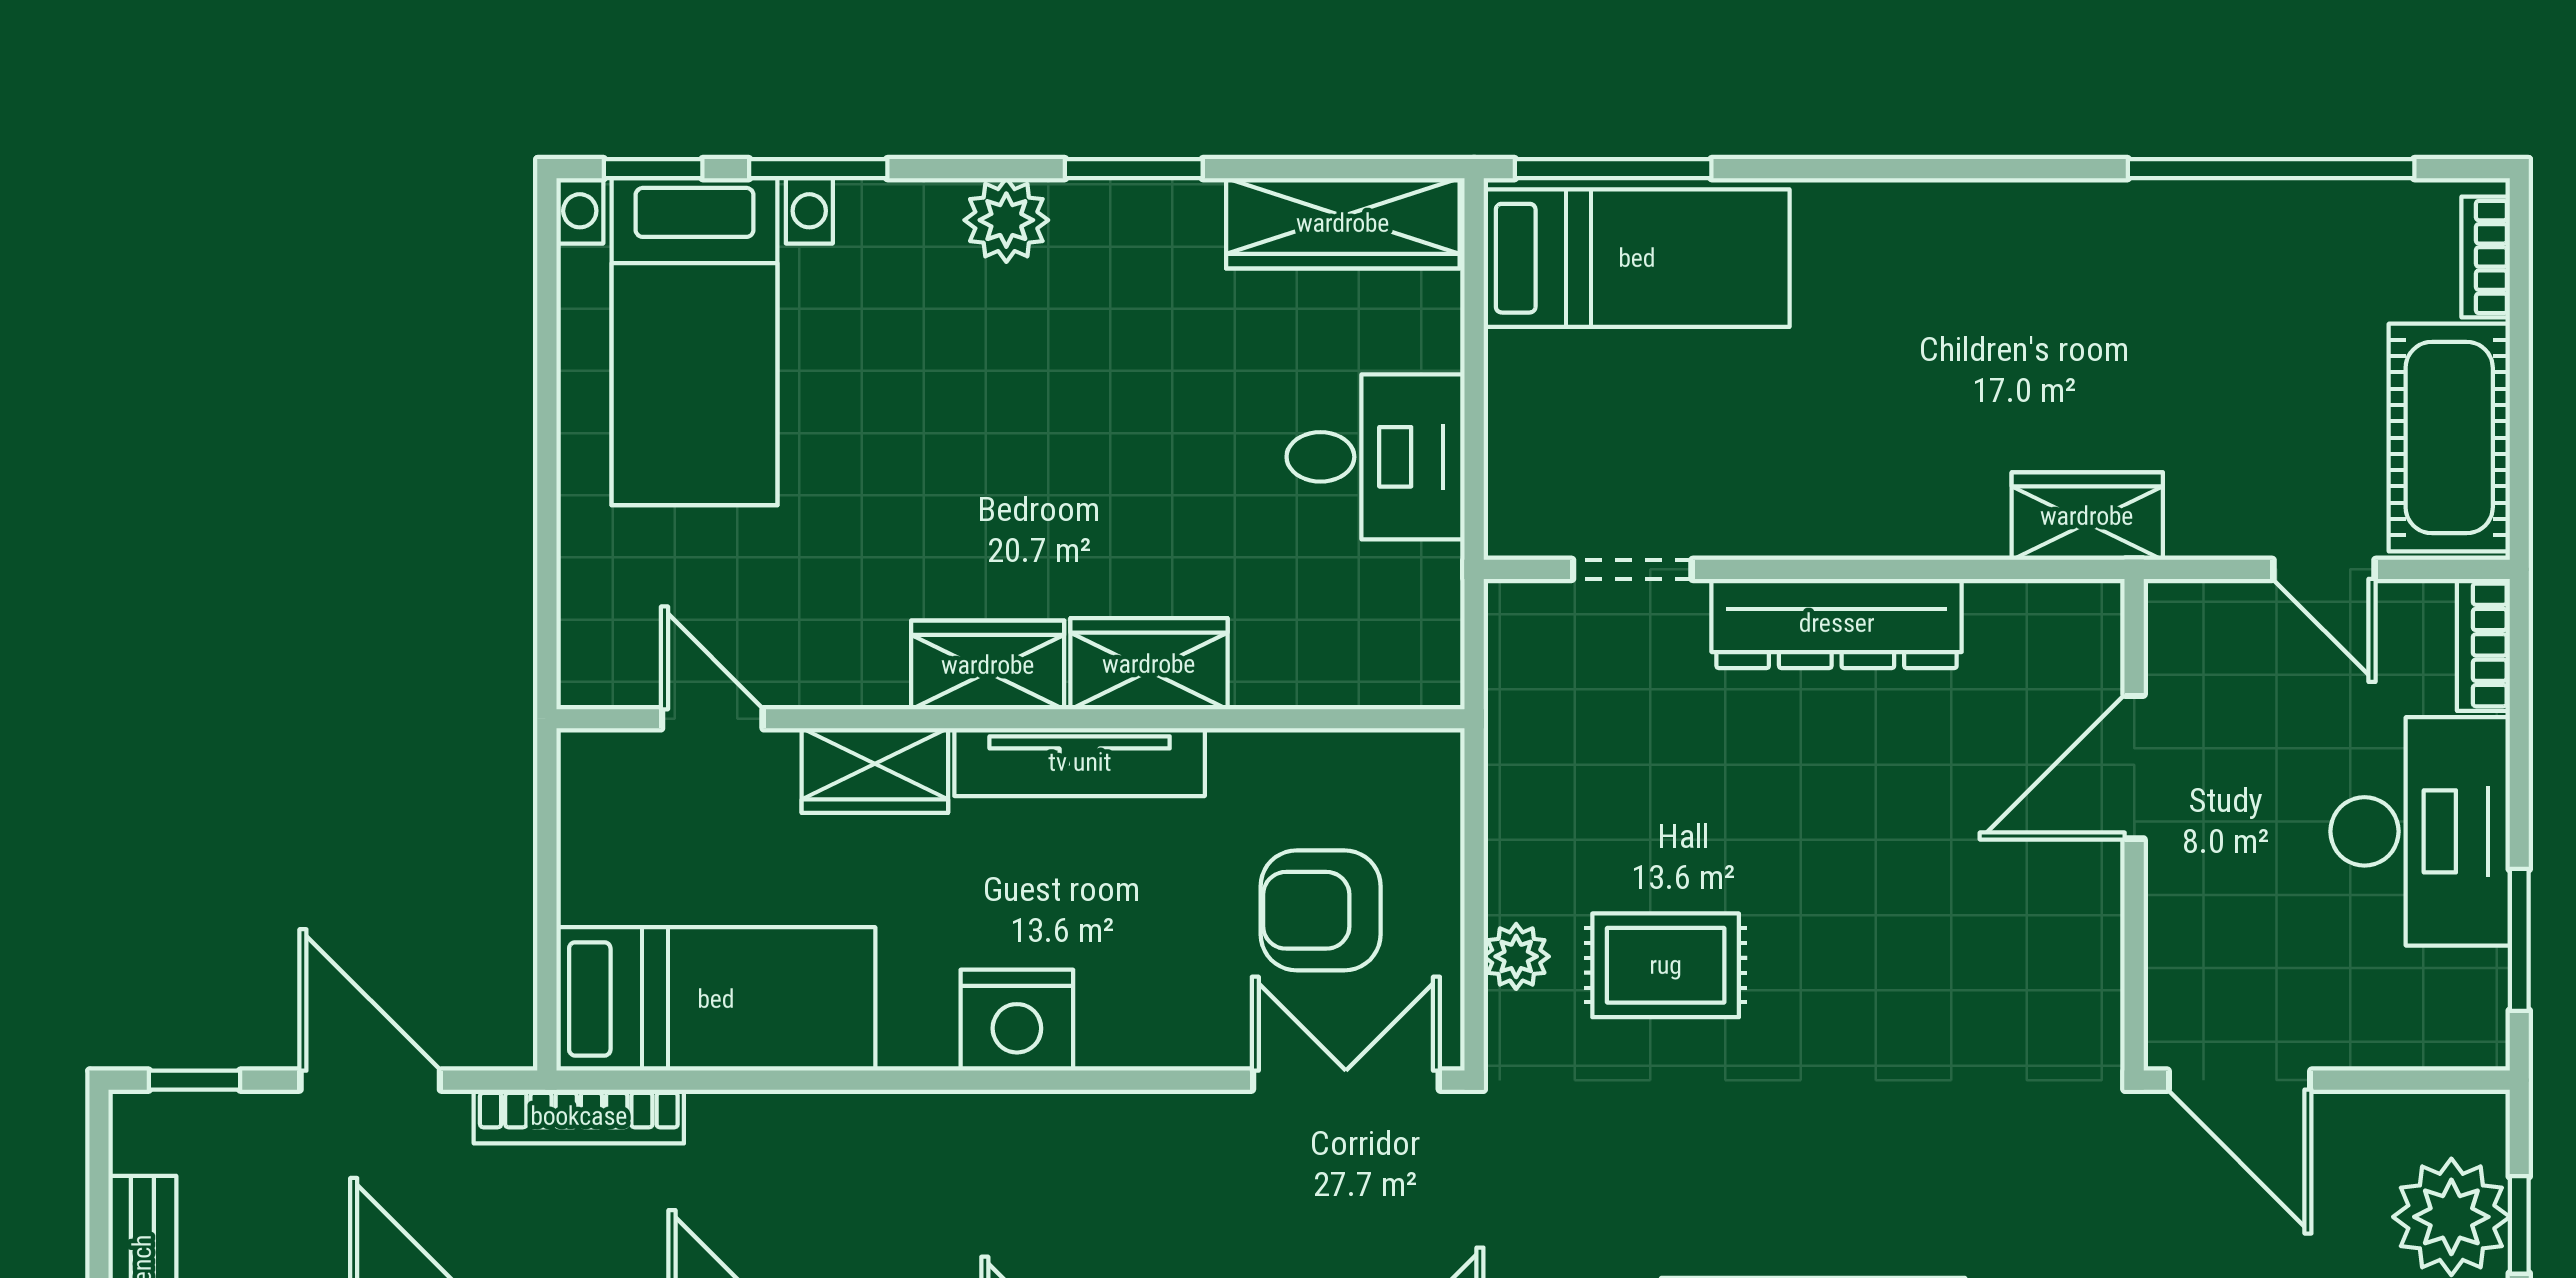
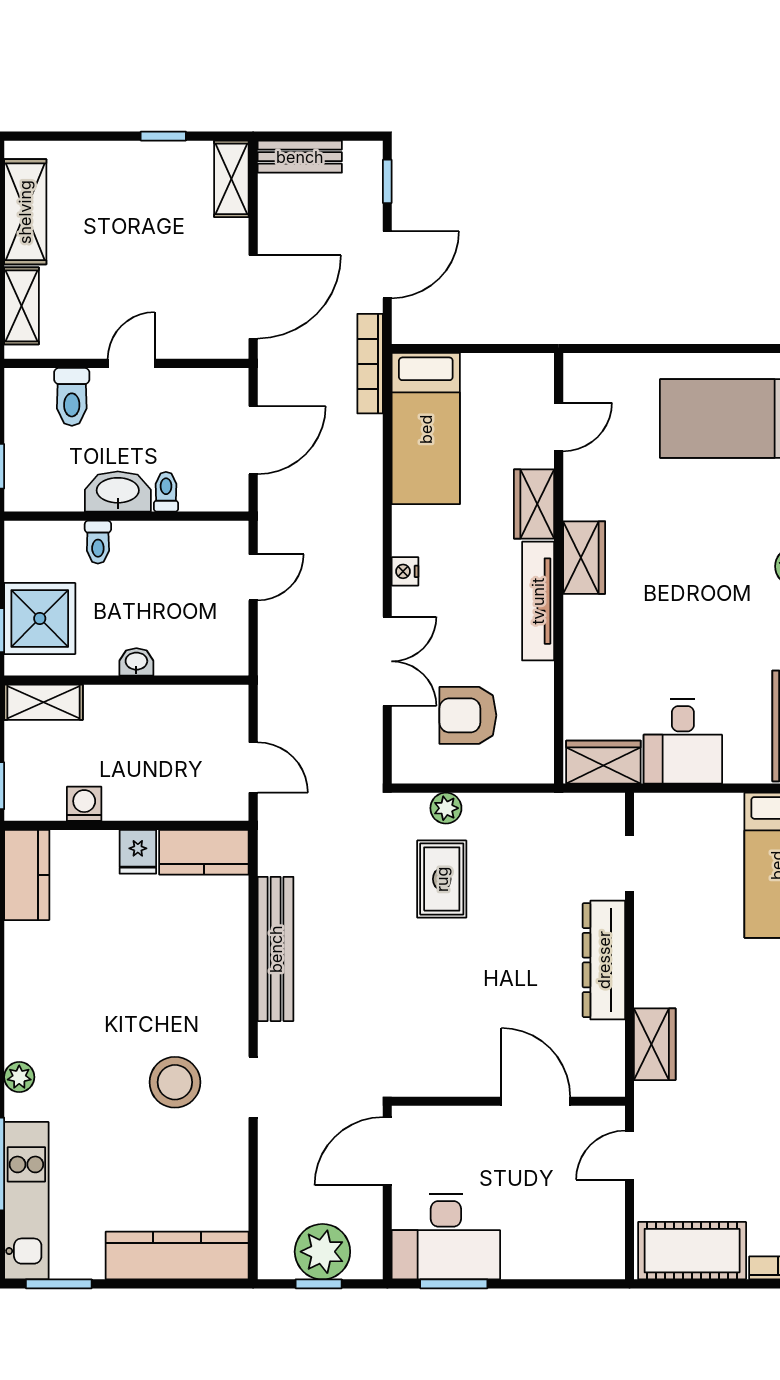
wardrobe: (2087, 516) -> (655, 1044), moved
door: (2324, 569) -> (629, 1155), moved
bookcase: (2483, 645) -> (594, 1267), removed
wardrobe: (1149, 664) -> (603, 762), moved, turned -90
desk: (2420, 831) -> (446, 1237), moved
armchair: (1321, 910) -> (468, 715), turned -90
nightstand: (1017, 1020) -> (405, 571), width x0.53, depth x0.56
double door: (1346, 1080) -> (387, 661), moved

